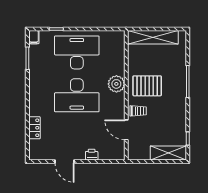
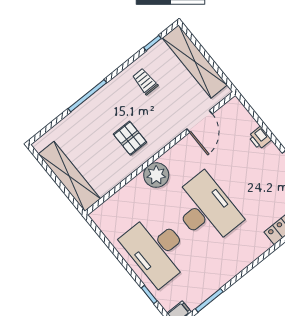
pallet: (147, 86) -> (130, 138), width x0.67, depth x0.71
trolley: (138, 111) -> (145, 81), moved
shelving: (168, 153) -> (195, 61), width x1.47

